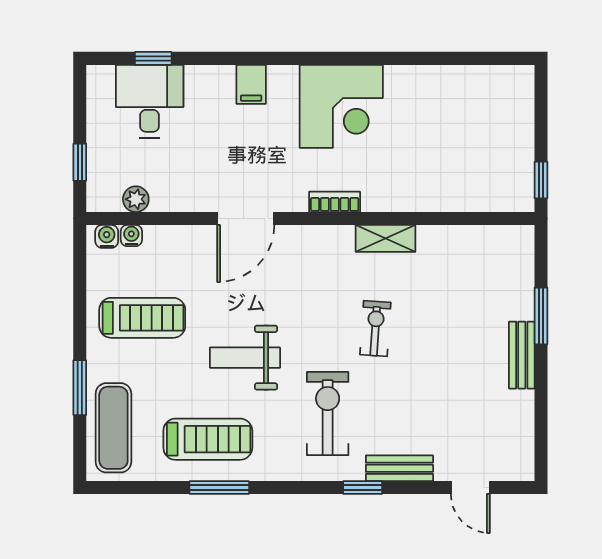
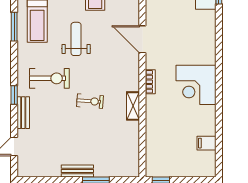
filing cabinet: (251, 84) -> (206, 143), moved

